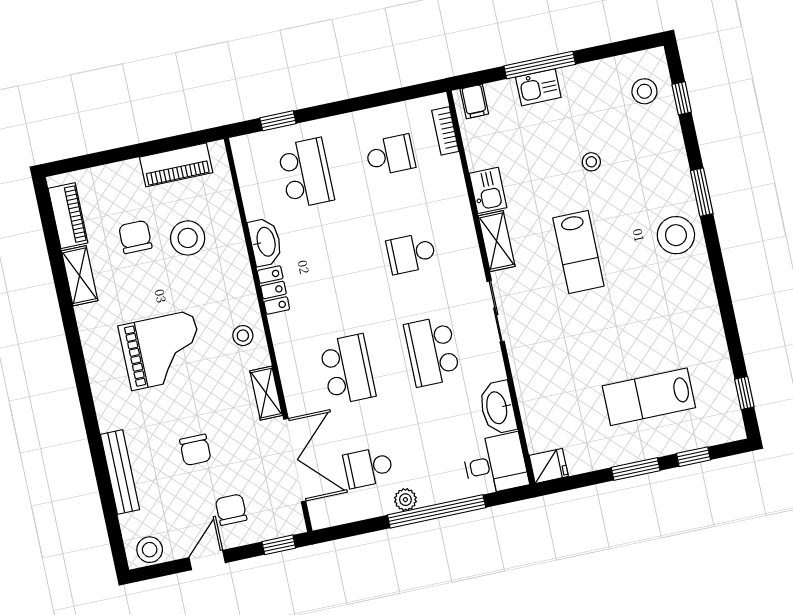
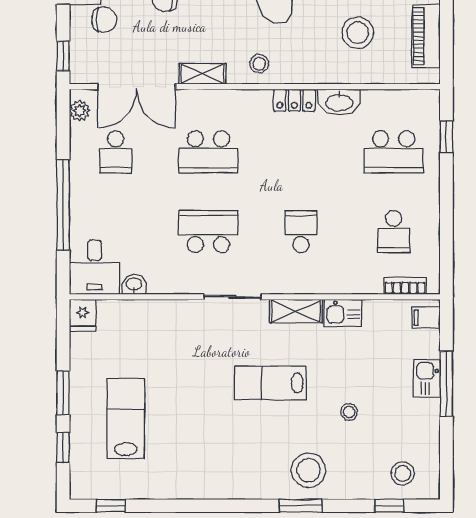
stool: (676, 235) -> (309, 470), moved
washbasin: (498, 408) -> (134, 284), width x0.52, depth x0.69
school desk: (368, 467) -> (116, 152), turned 180
plant: (405, 500) -> (80, 111), moved

